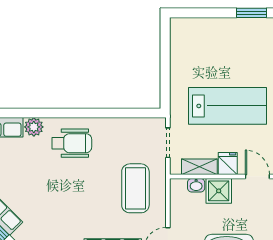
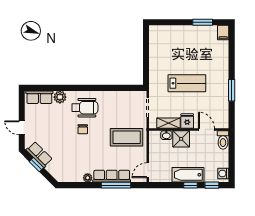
lab bench: (228, 106) -> (187, 83), width x0.73, depth x0.72
chair: (69, 176) -> (83, 129), added
coffee table: (135, 188) -> (127, 137), turned 90

